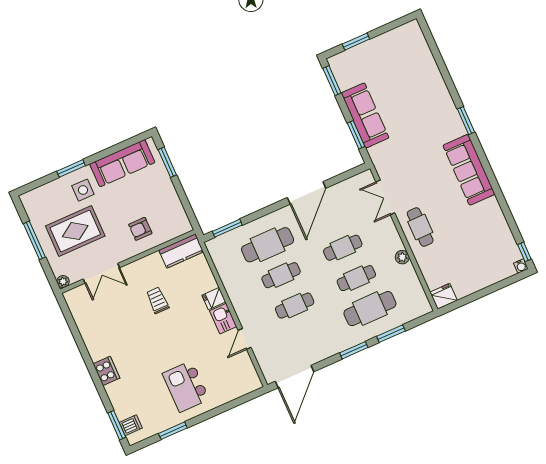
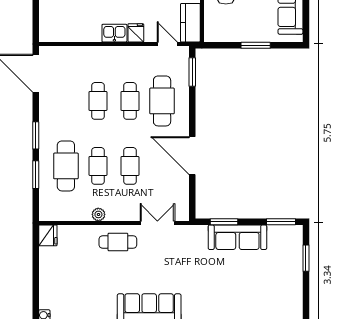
window: (167, 162) -> (256, 45), moved
door: (245, 339) -> (167, 44), moved

